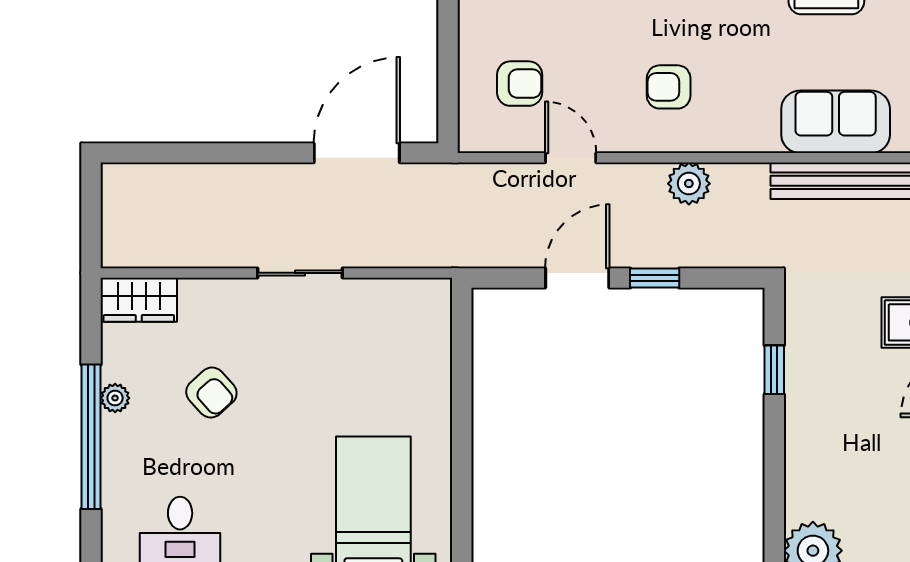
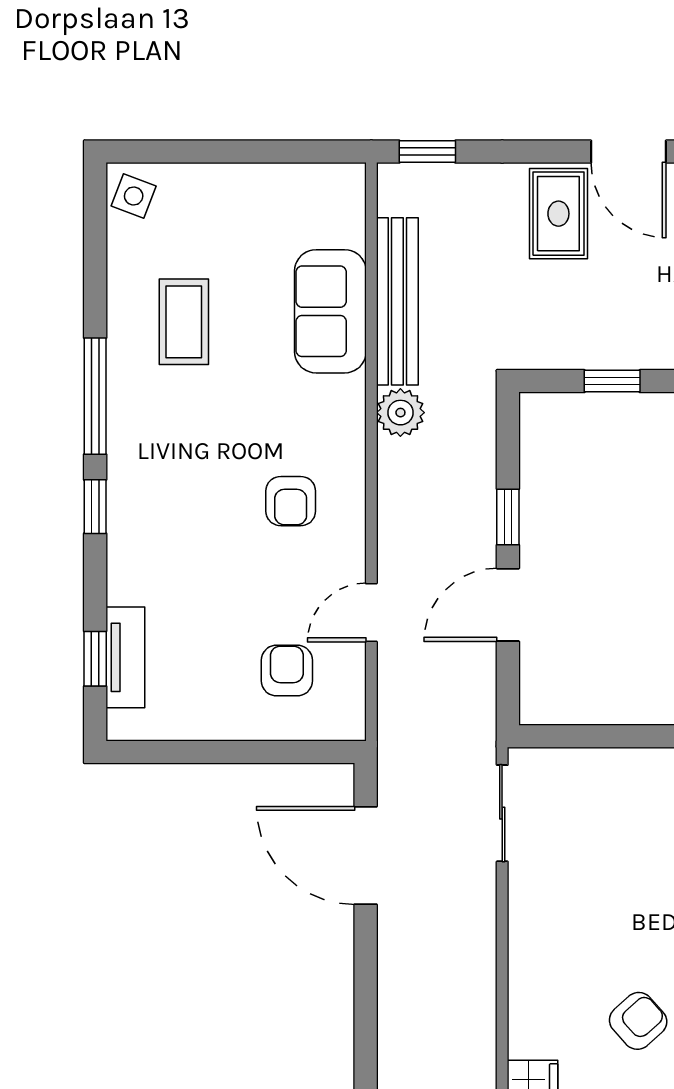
plant: (689, 184) -> (400, 413), moved
sliding door: (300, 273) -> (502, 813), moved
door: (577, 278) -> (508, 605), hinge flipped

